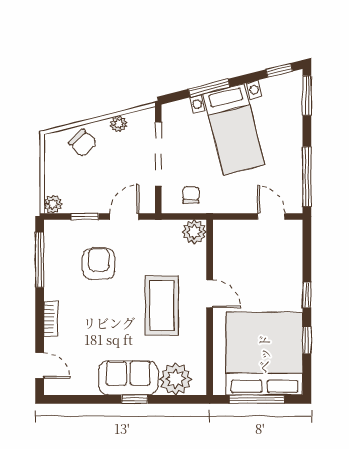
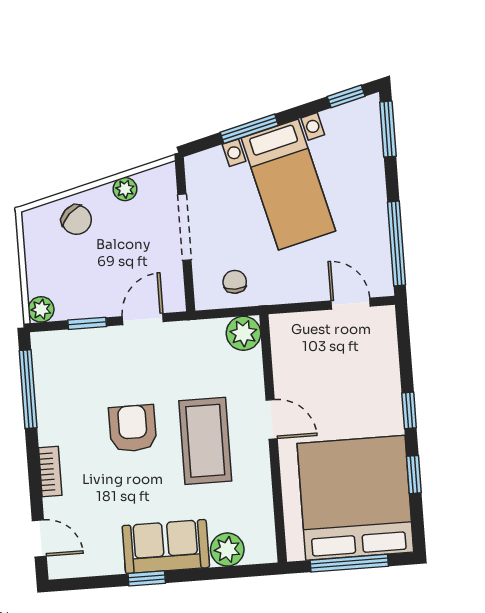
doorway: (158, 154) -> (184, 227), width x0.73
armchair: (99, 264) -> (133, 428), moved
plant: (176, 379) -> (227, 550), width x0.73, depth x0.73
window: (135, 399) -> (147, 578), moved

